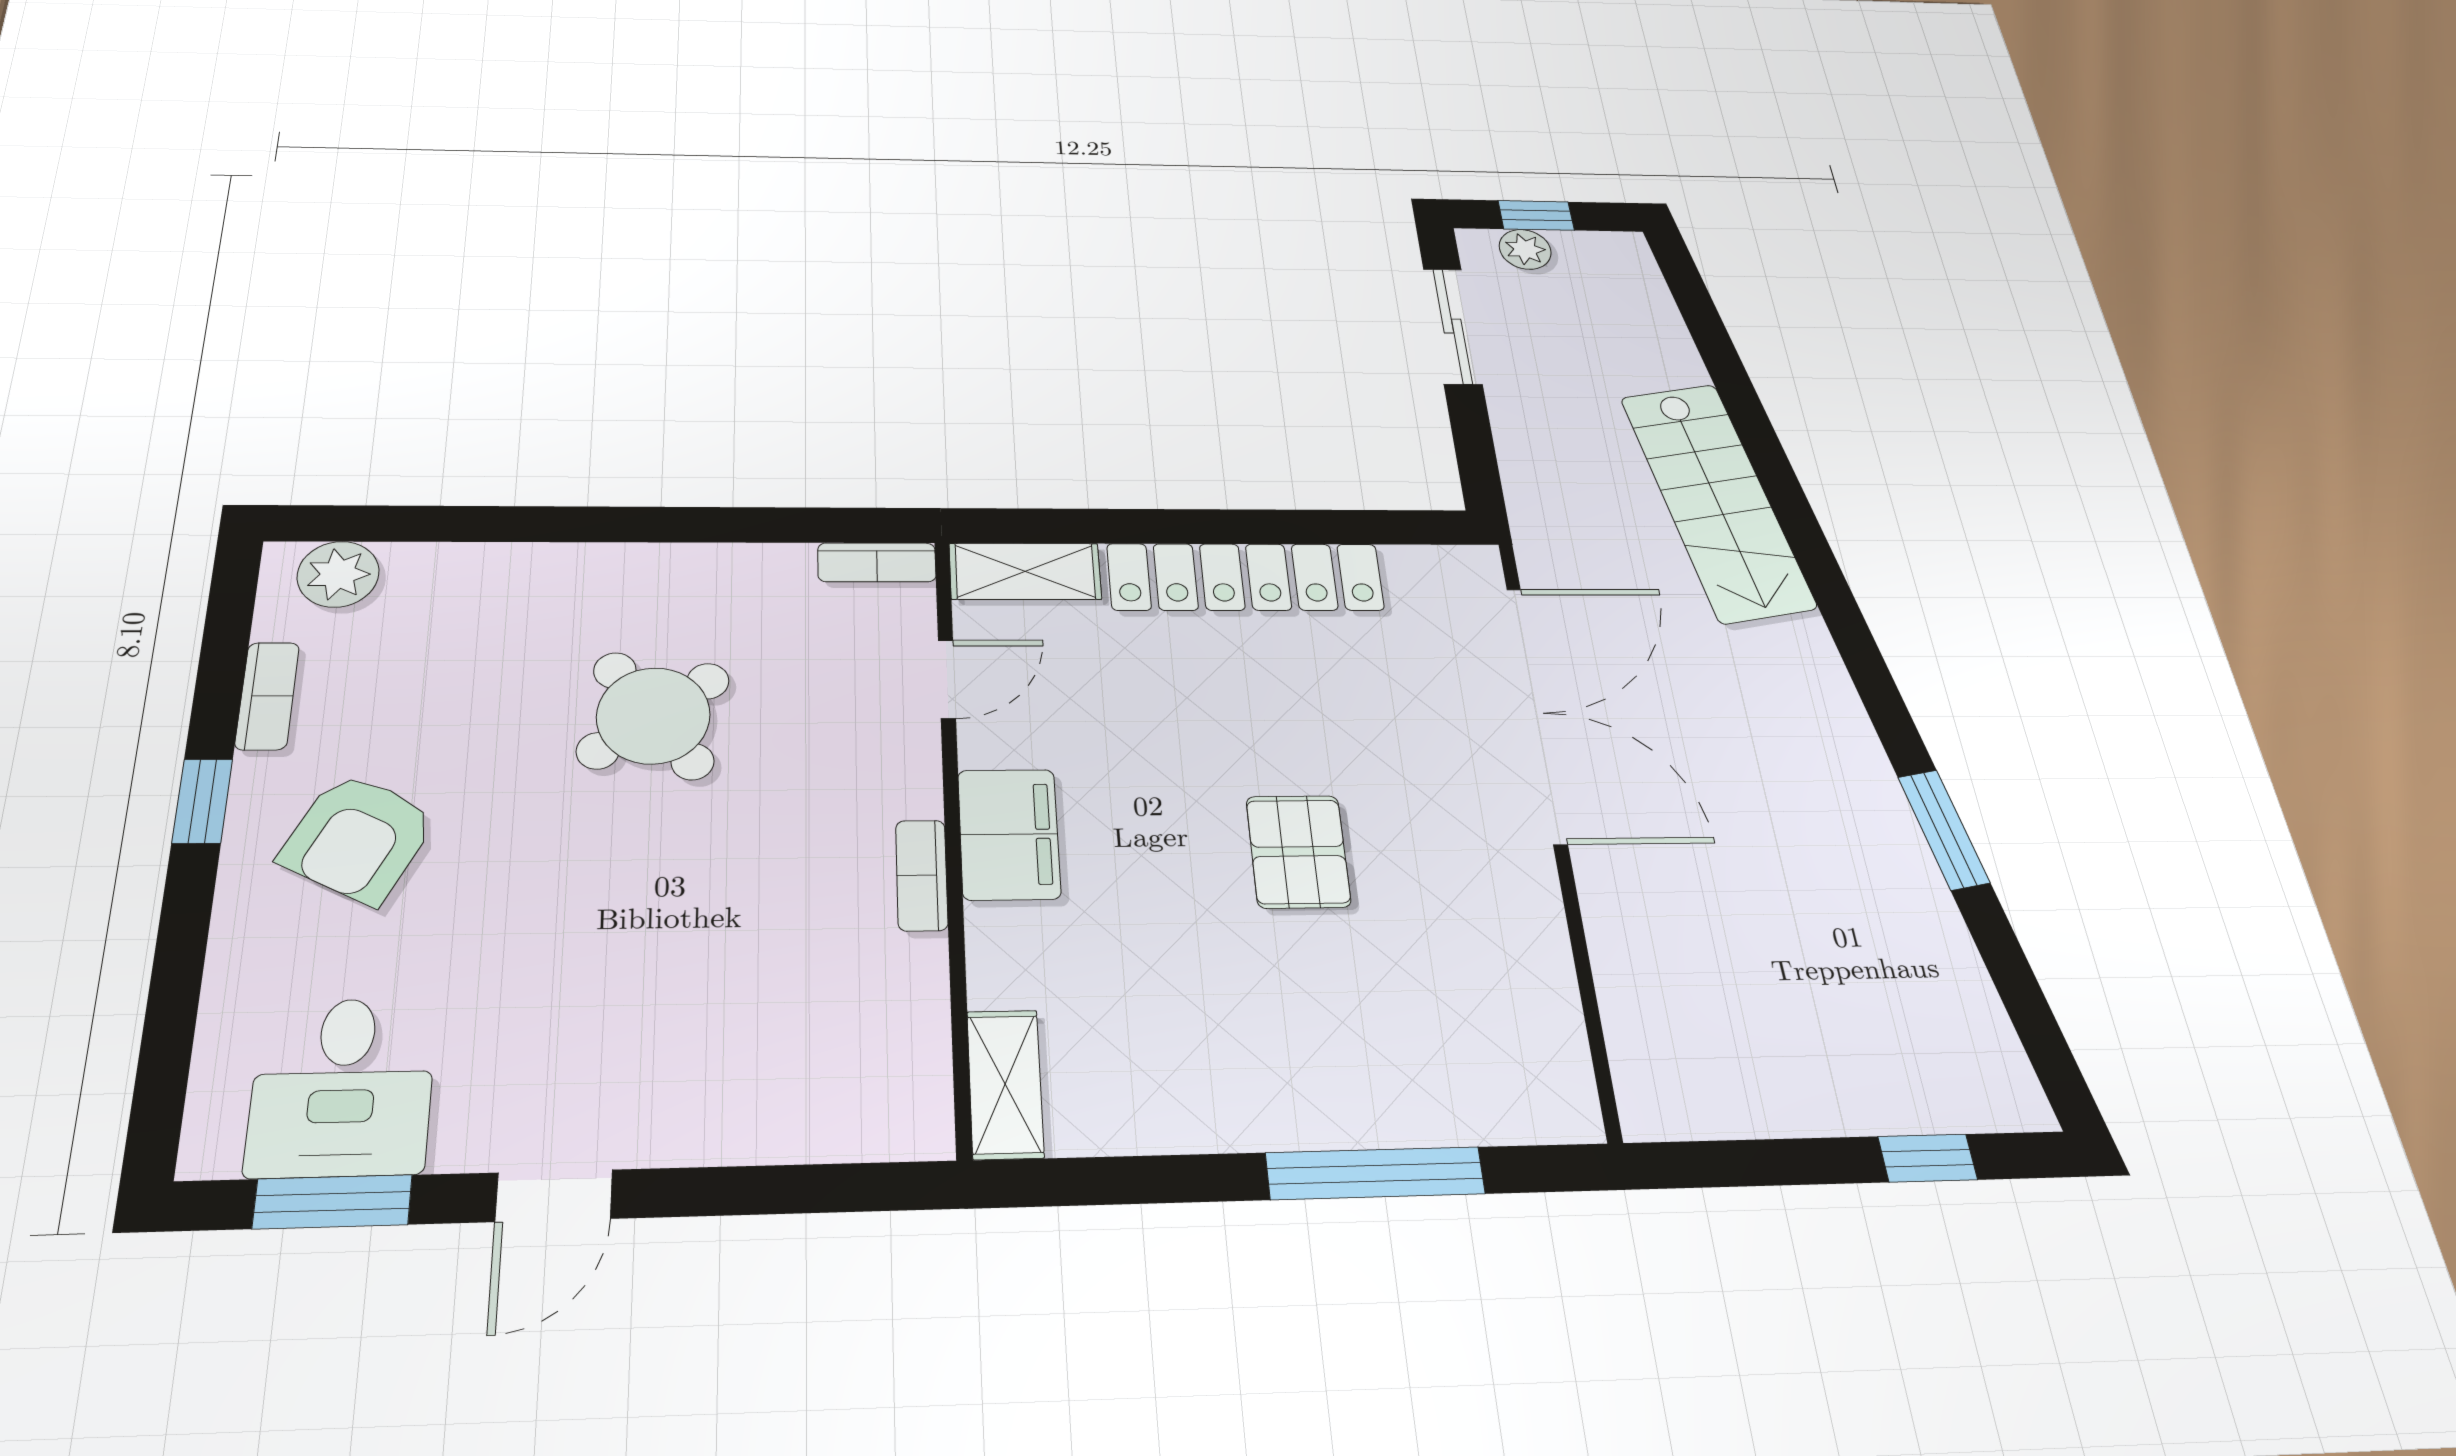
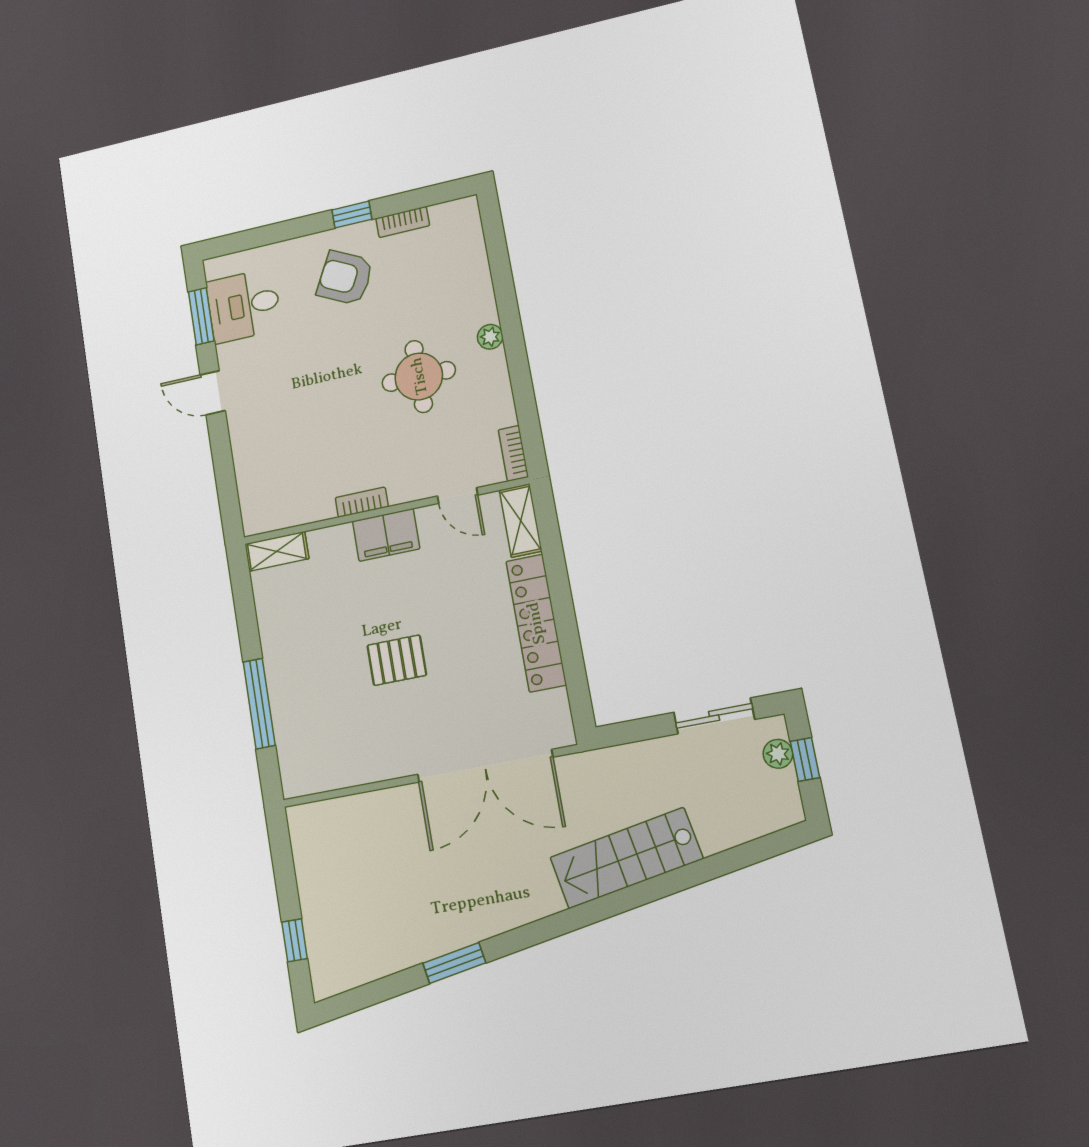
plant: (338, 574) -> (490, 337), moved, width x0.73, depth x0.73
round table: (653, 716) -> (419, 376), turned 37

